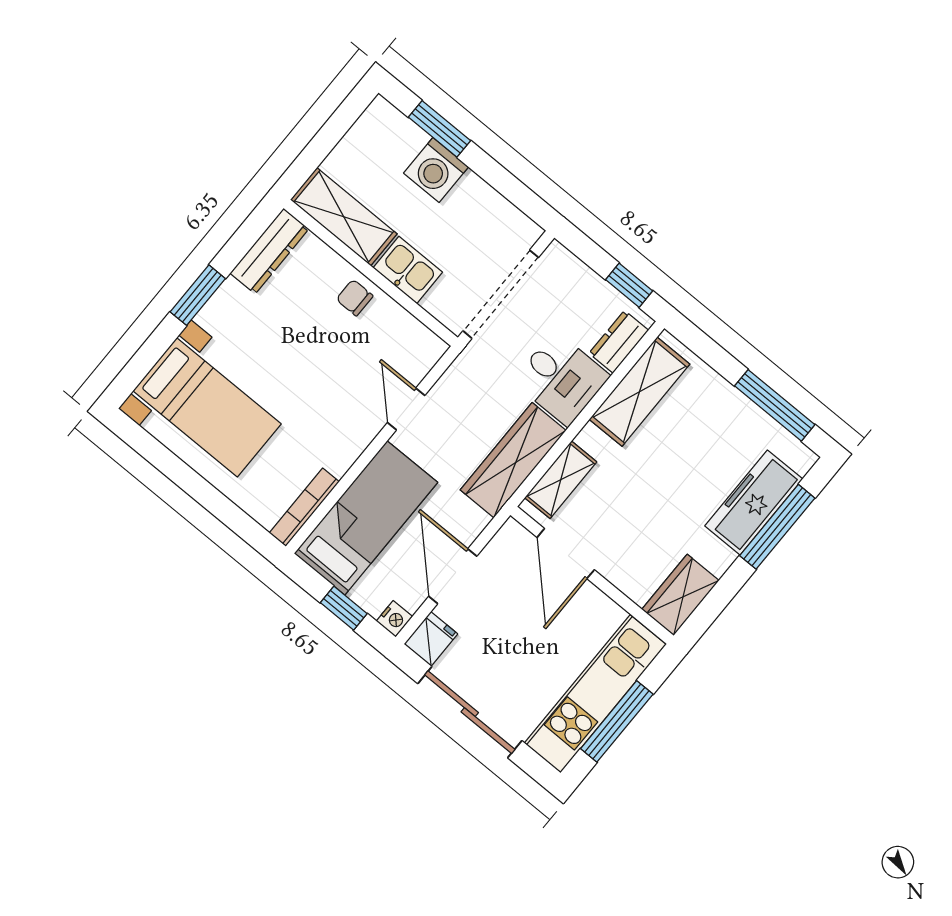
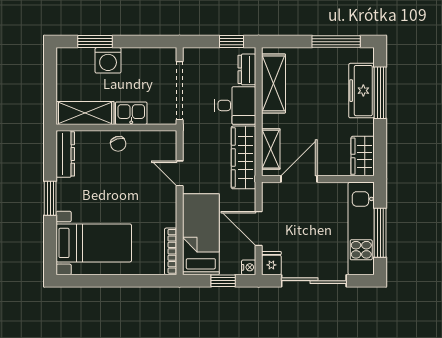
chair: (355, 298) -> (118, 144), turned -107
door: (566, 554) -> (299, 179), swing flipped

